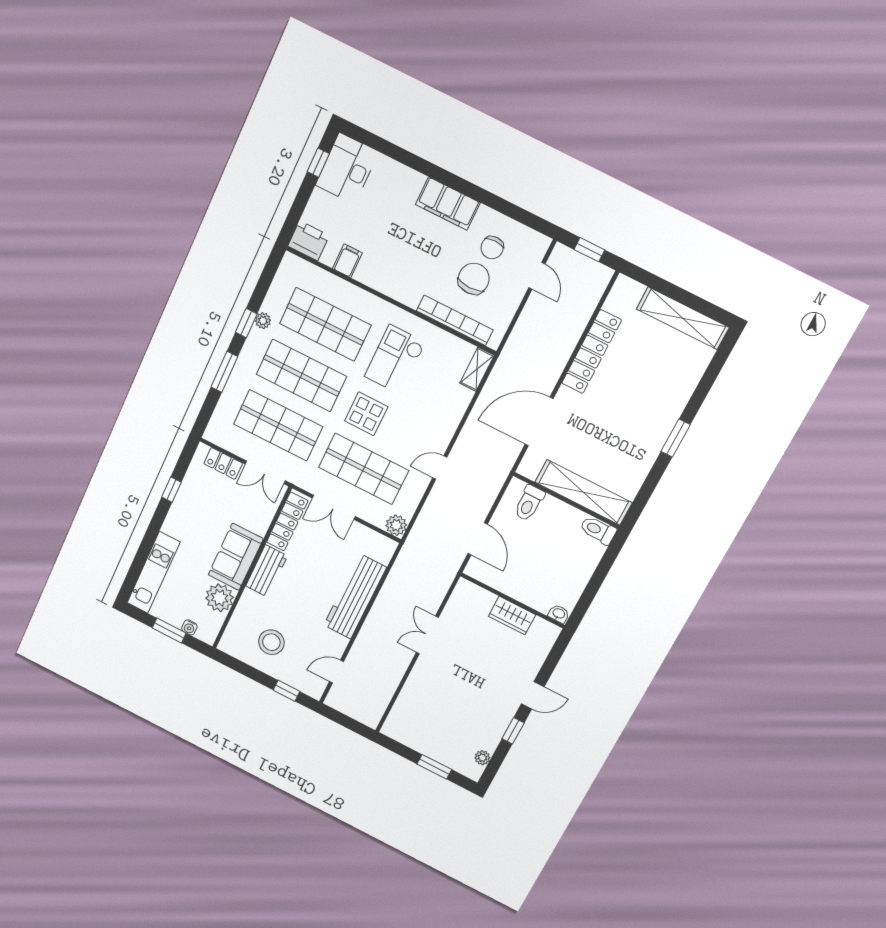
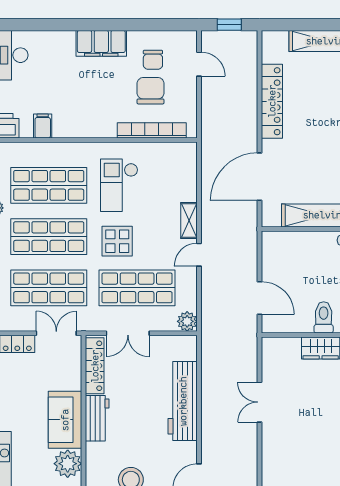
shelving: (477, 369) -> (189, 220), moved
double door: (265, 472) -> (56, 333), swing flipped
toilet: (529, 503) -> (324, 317), moved, turned 180

